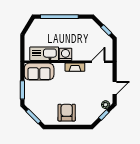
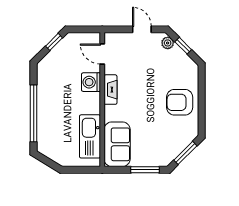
washing machine: (65, 54) -> (91, 82), moved

